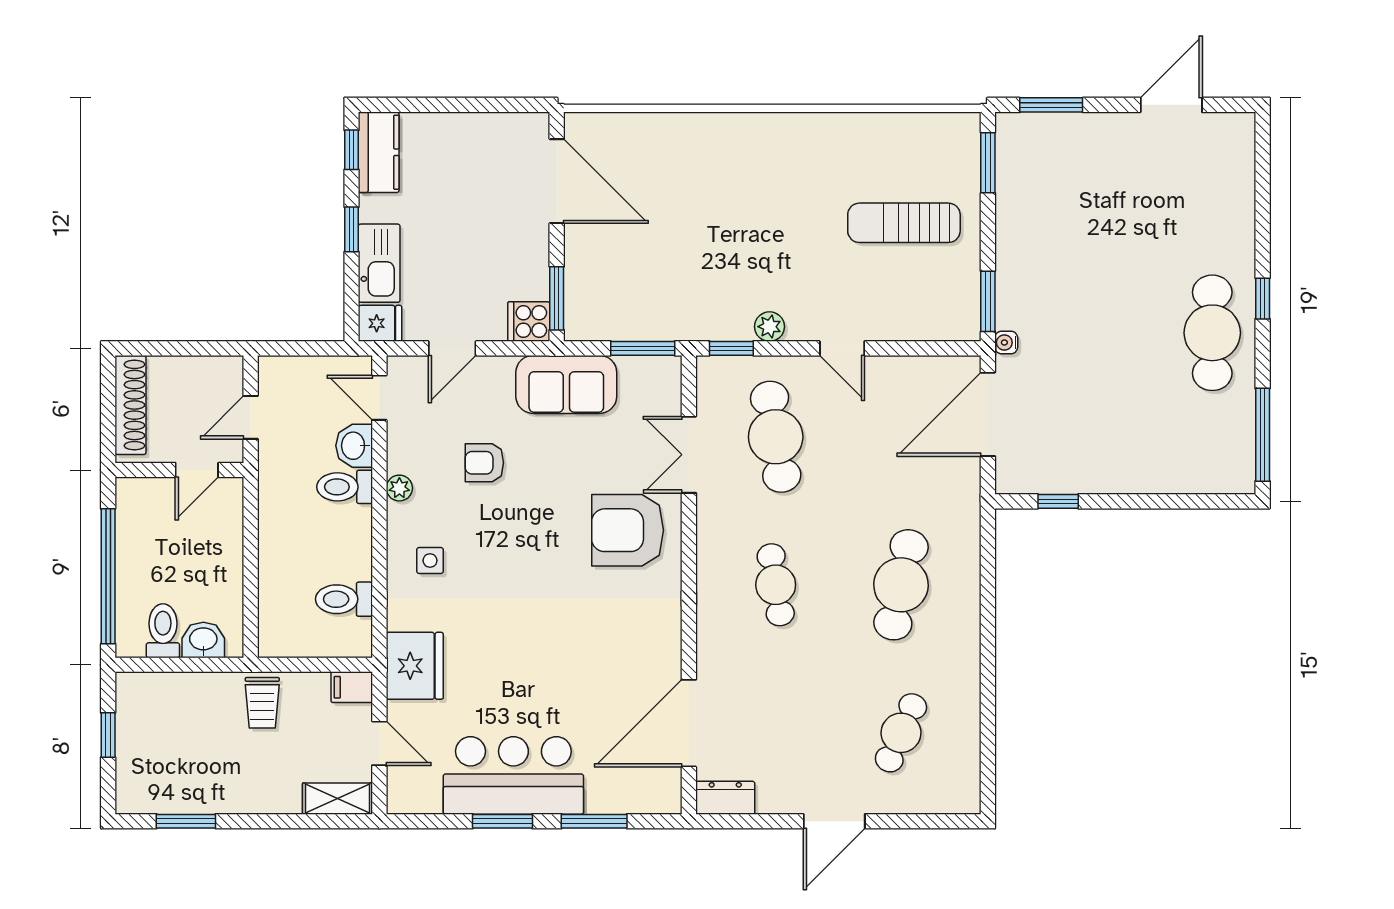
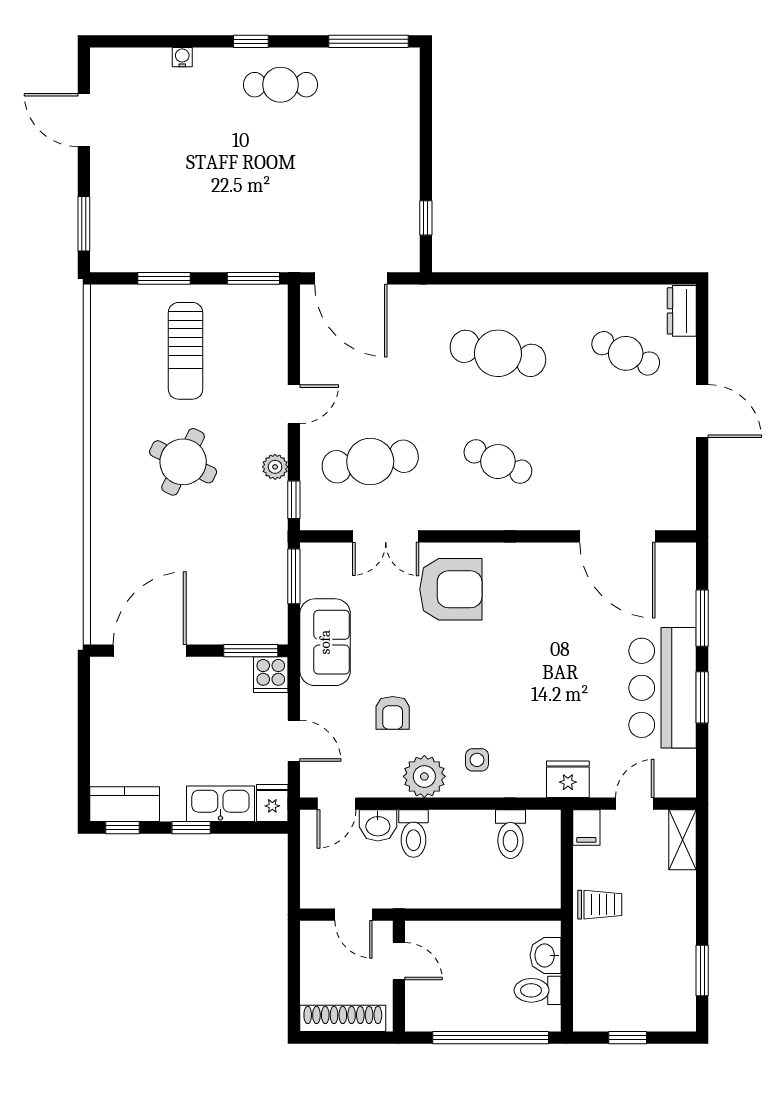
window: (988, 163) -> (164, 278), moved
round table: (775, 220) -> (183, 462), added
cafe table: (1212, 333) -> (280, 85), width x0.73, depth x0.74
water cooler: (1006, 343) -> (182, 57), moved, turned 180
plant: (399, 488) -> (424, 776), width x1.87, depth x1.87
armchair: (628, 530) -> (451, 589), turned -90
cafe table: (776, 585) -> (498, 462), turned 33
fridge: (415, 666) -> (568, 779), width x0.73, depth x0.75
dresser: (725, 798) -> (682, 311), moved

